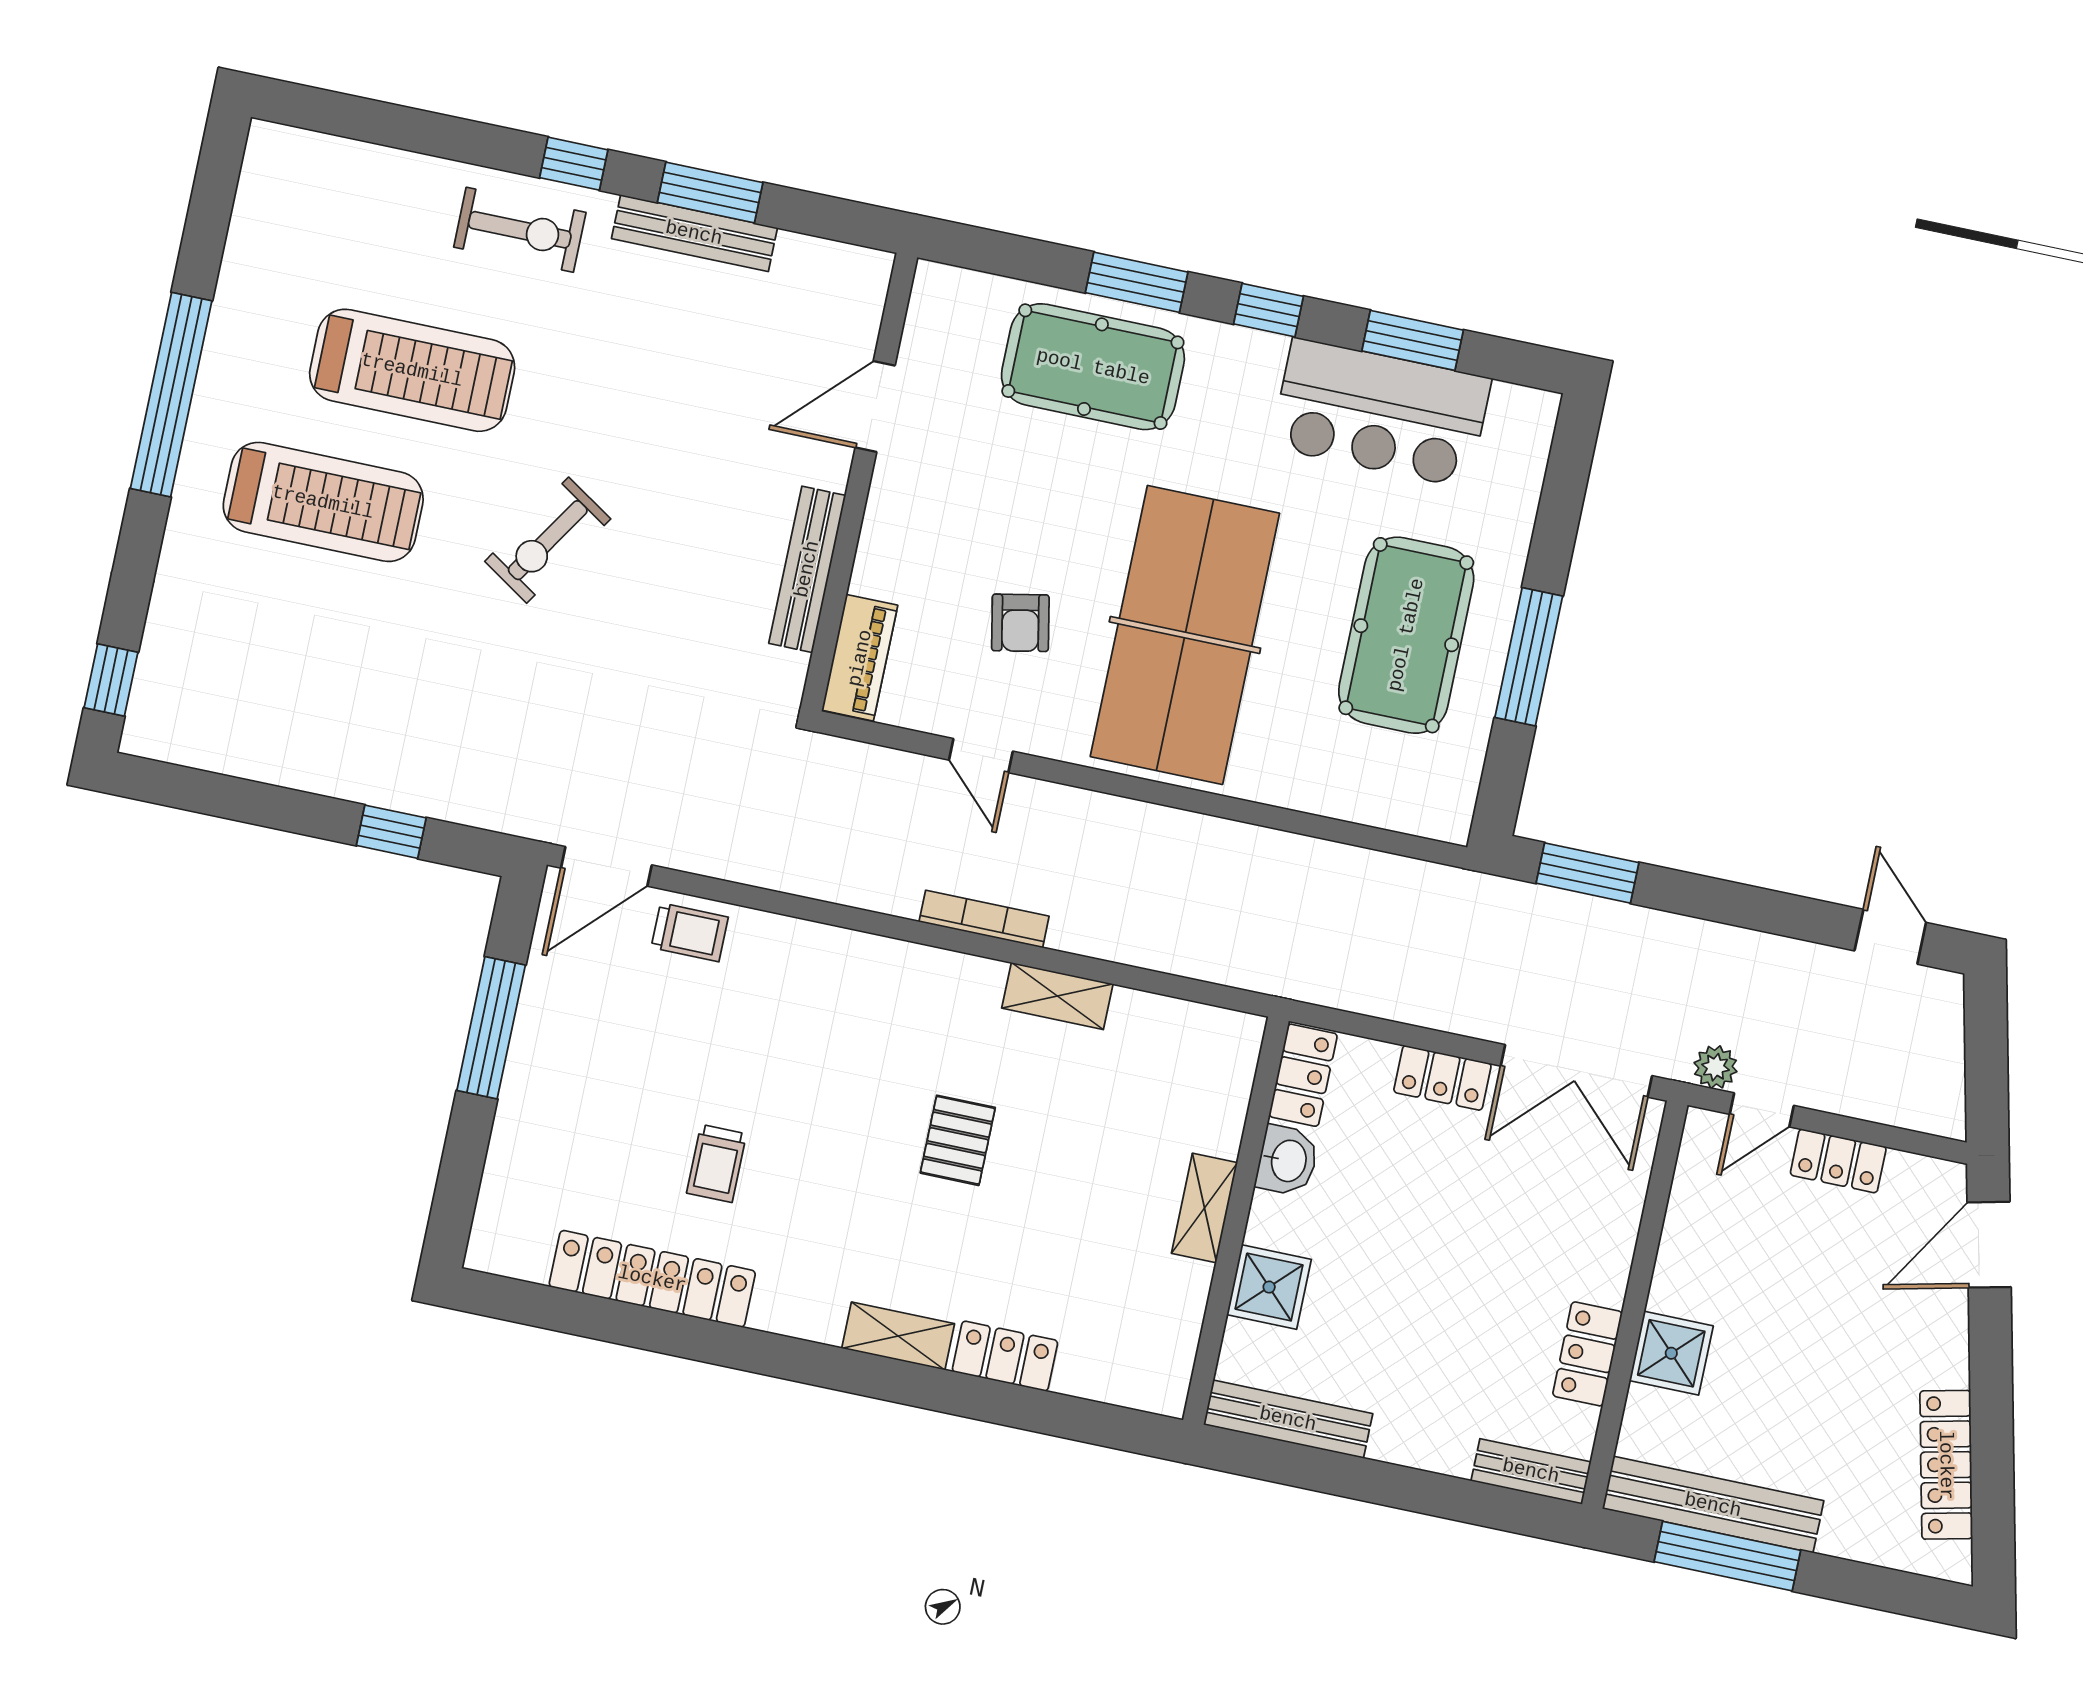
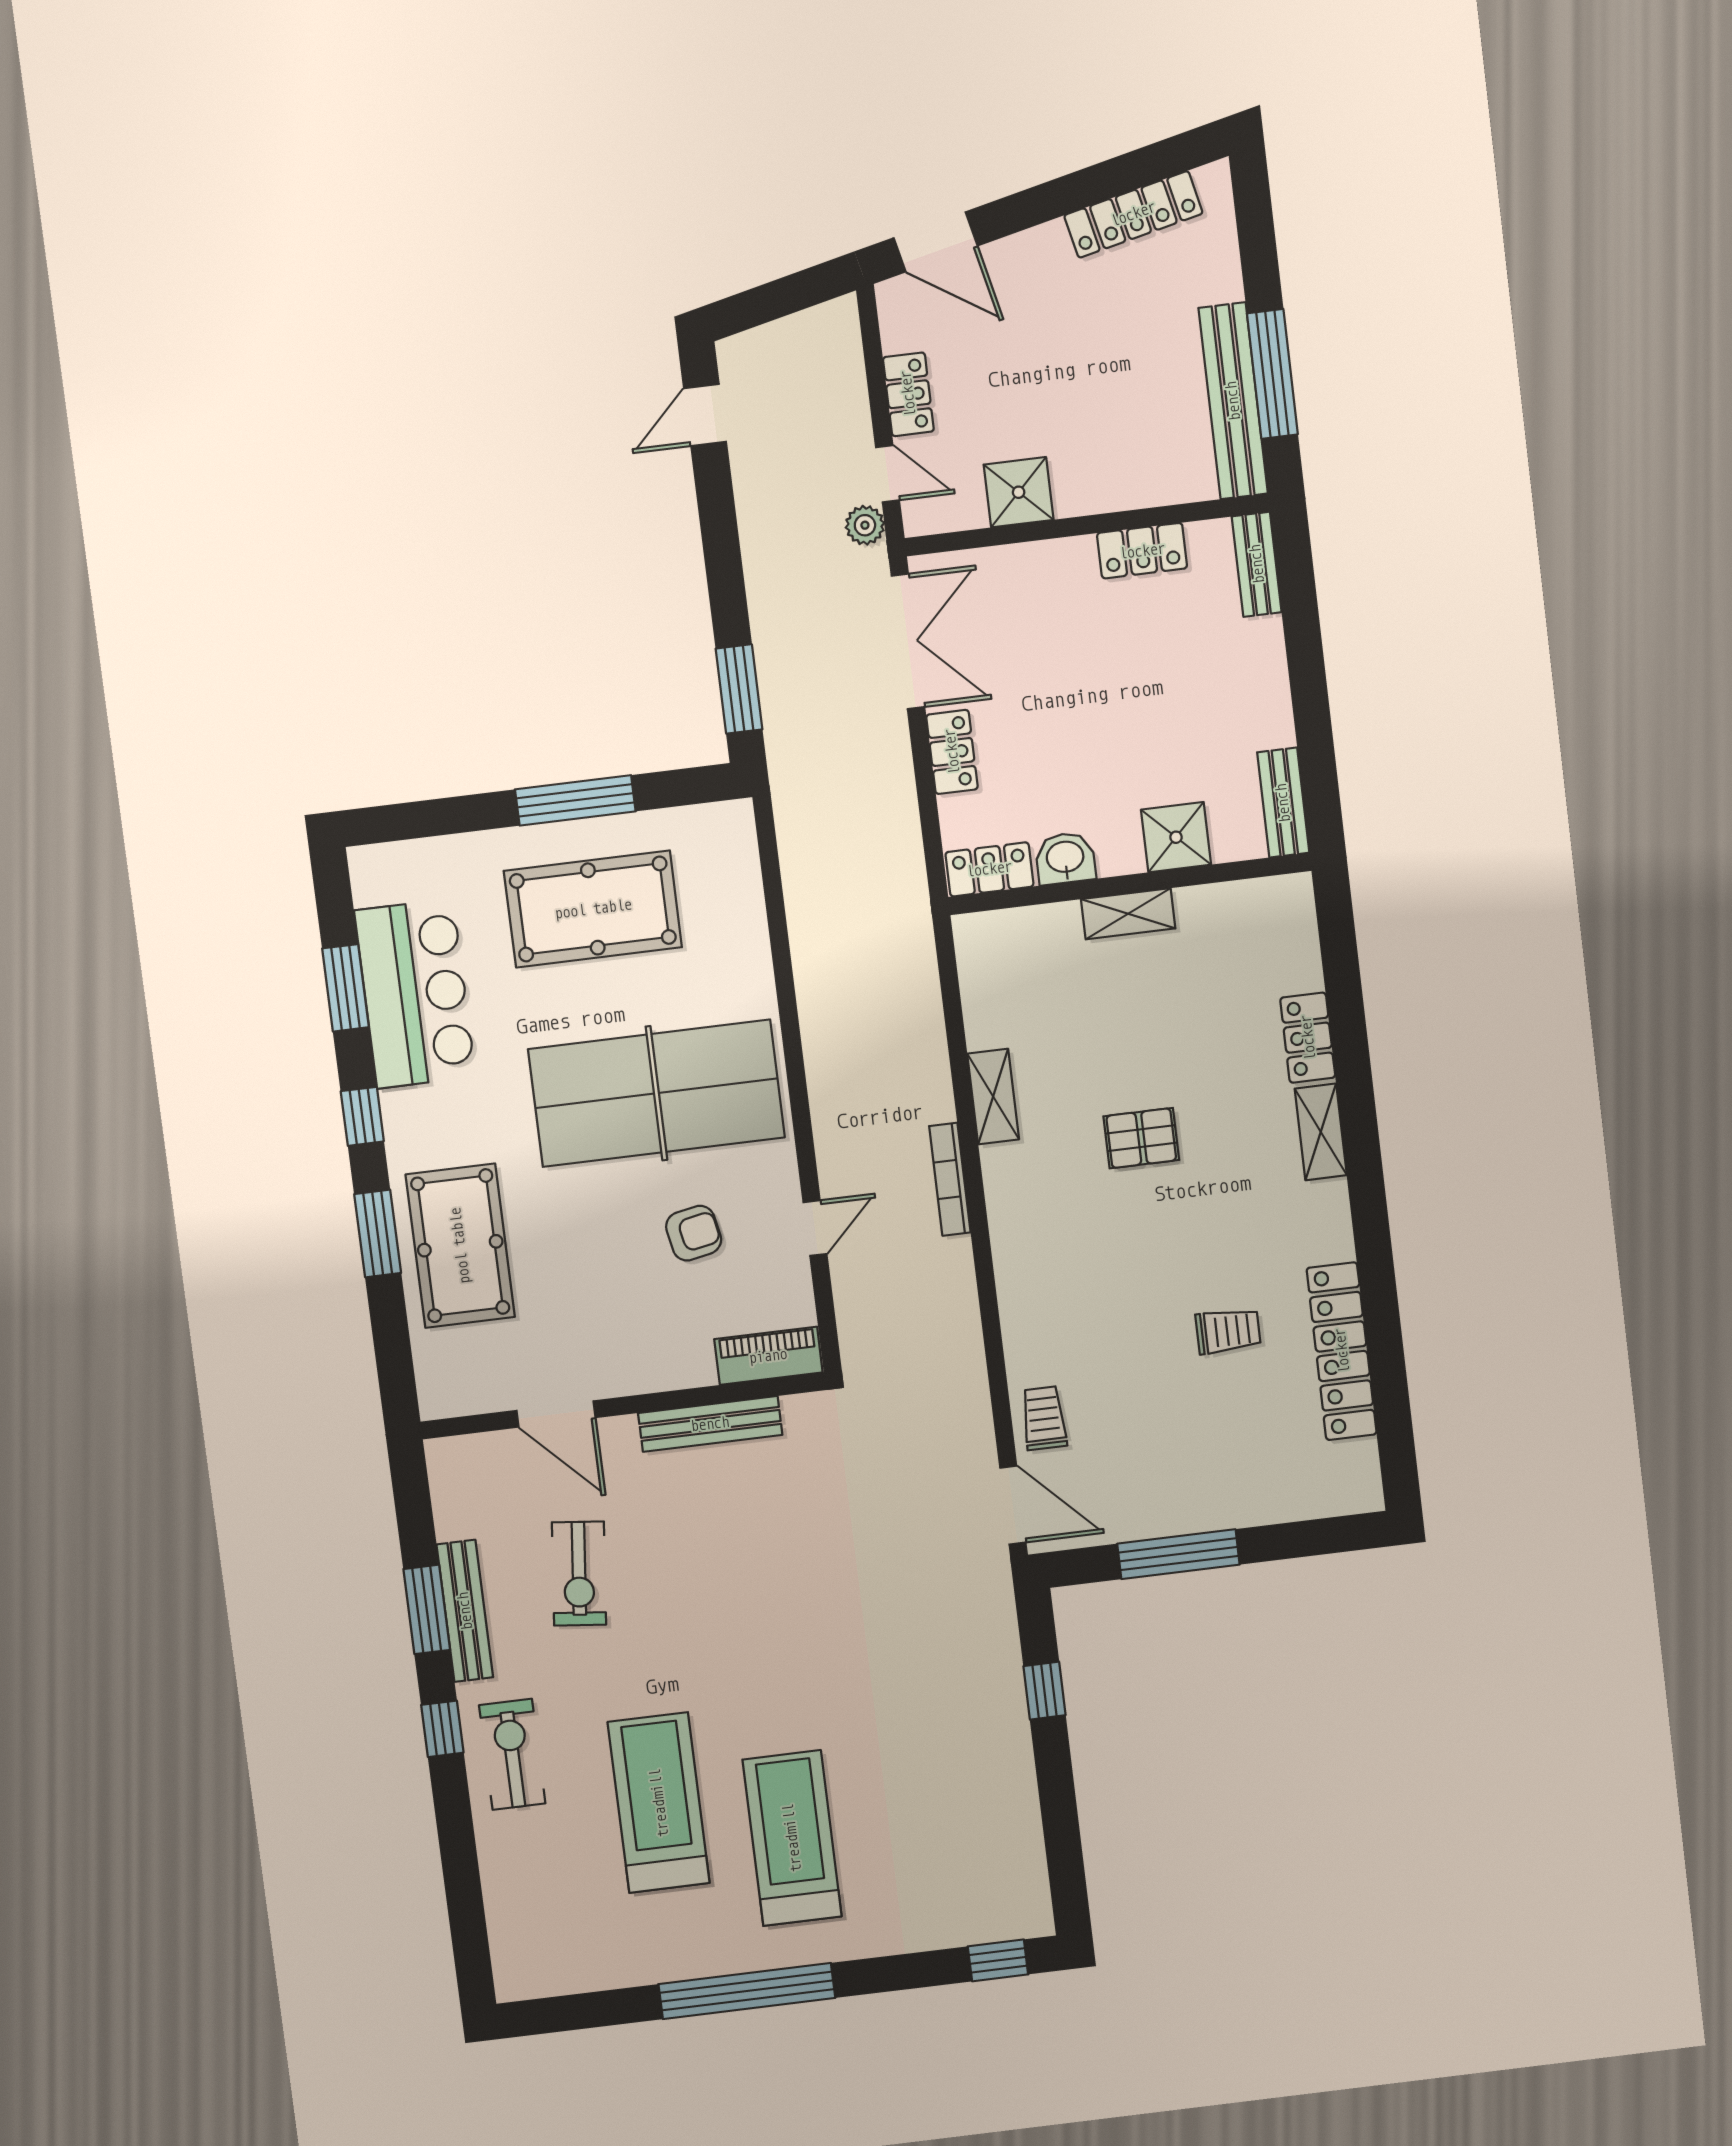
exercise bike: (548, 540) -> (579, 1574), moved, turned 63
shower: (1671, 1353) -> (1019, 492), moved
bench: (1288, 1419) -> (1283, 803), width x0.73

